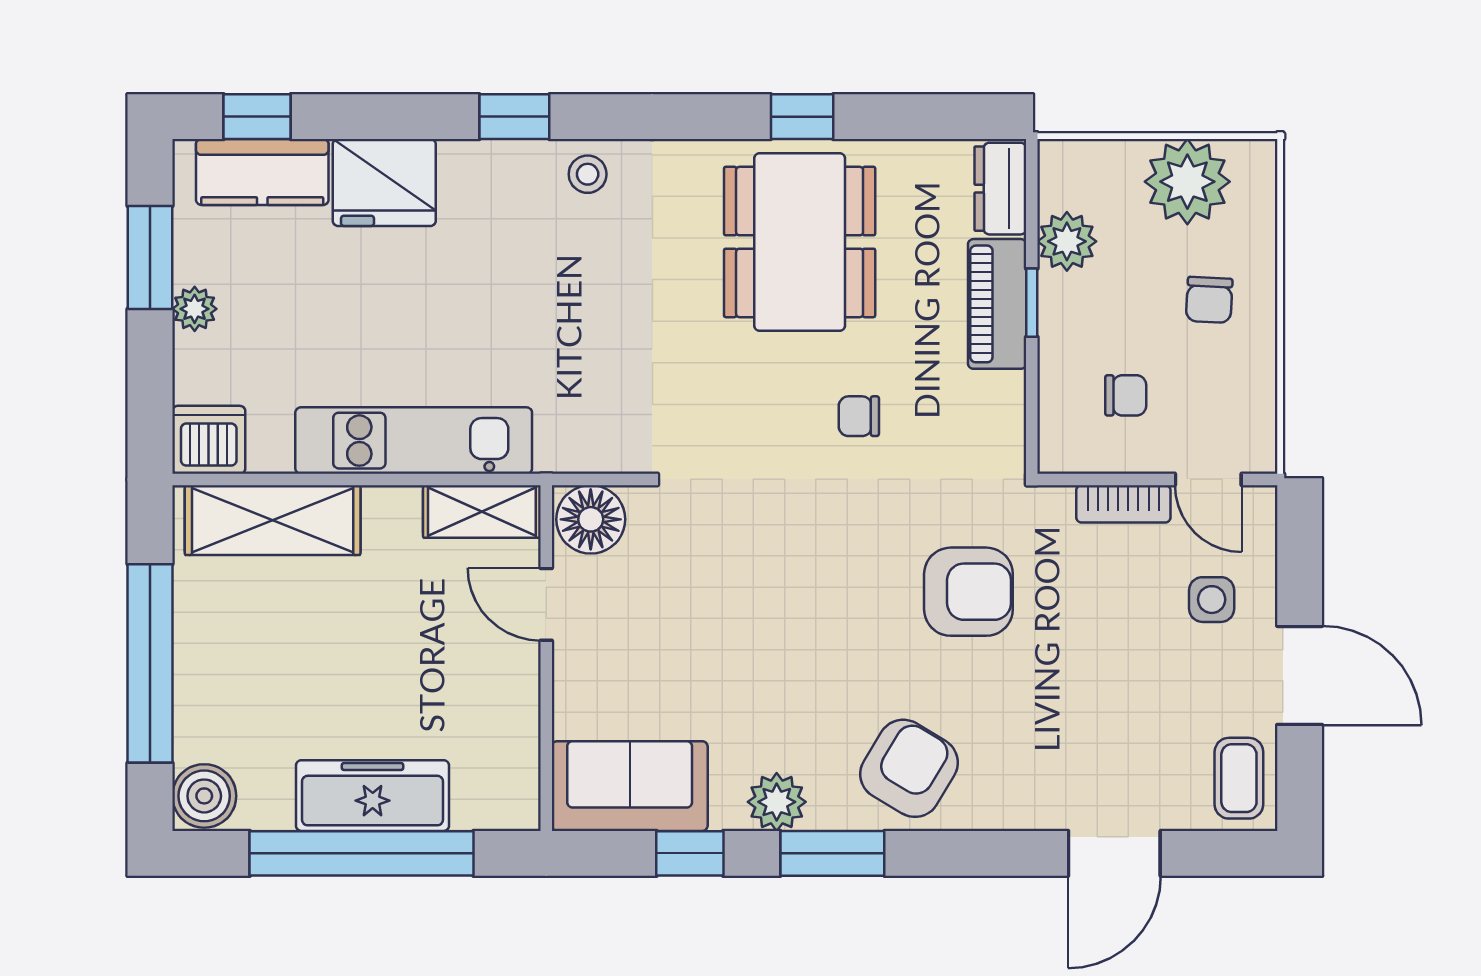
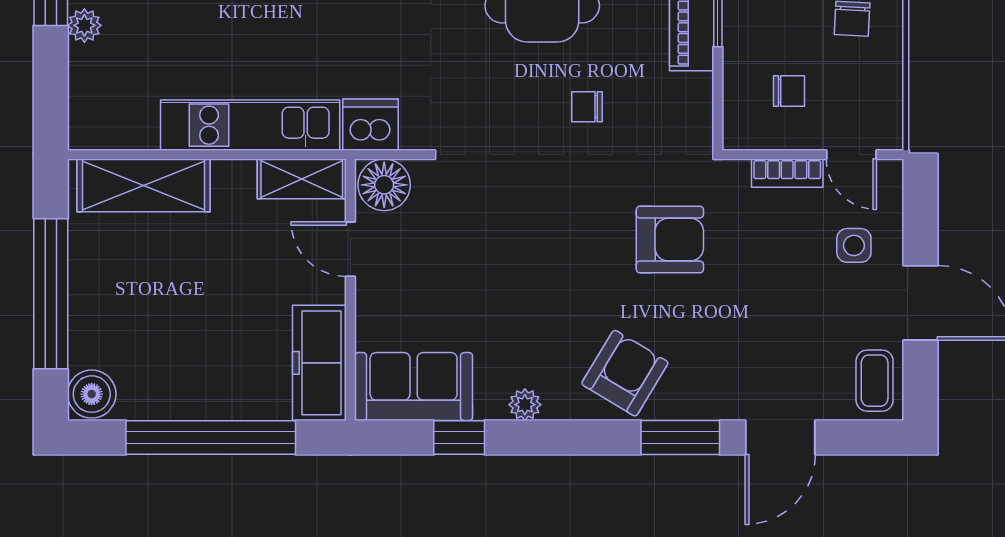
dishwasher: (209, 440) -> (371, 125), moved
freezer: (373, 796) -> (319, 363), moved, turned -90
plant: (777, 802) -> (525, 405), width x0.73, depth x0.73
window: (832, 853) -> (680, 438), moved

